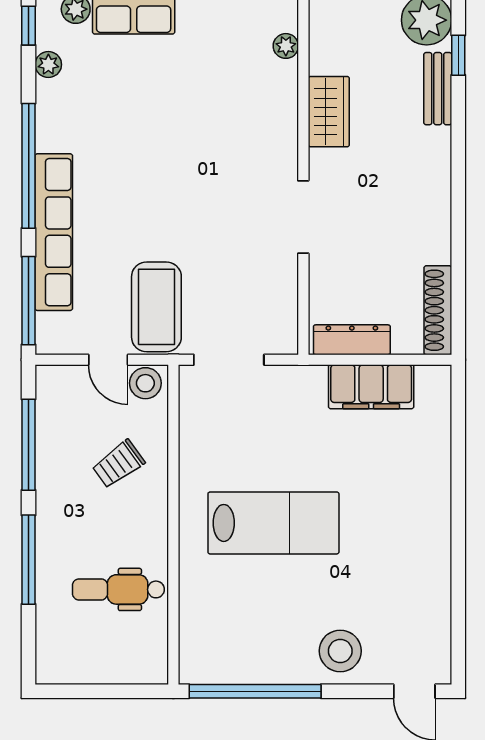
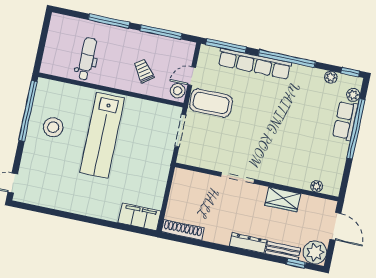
dresser: (352, 340) -> (248, 243), moved, turned -90
filing cabinet: (371, 387) -> (140, 217), moved, turned 90
lab bench: (273, 523) -> (102, 135), width x1.36
stool: (340, 651) -> (53, 127), moved

